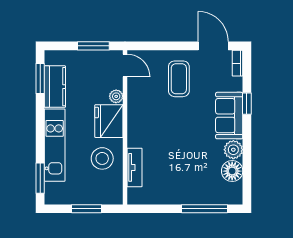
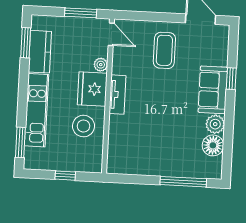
bookcase: (238, 63) -> (224, 38), removed
tv unit: (134, 167) -> (118, 95), moved
window: (87, 209) -> (65, 176), width x0.67

